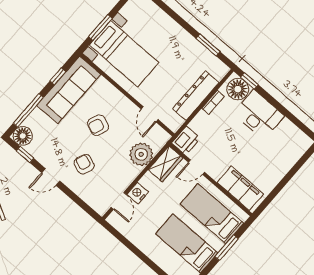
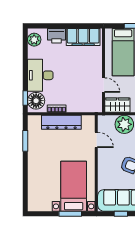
door: (150, 114) -> (96, 140), hinge flipped
plant: (298, 139) -> (34, 40), added
printer: (186, 141) -> (57, 36), moved, turned 180
filing cabinet: (240, 188) -> (83, 37), moved, turned -90

